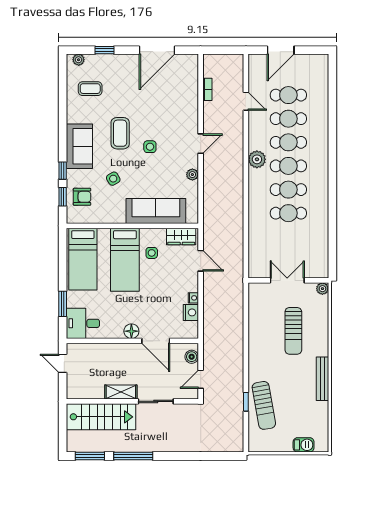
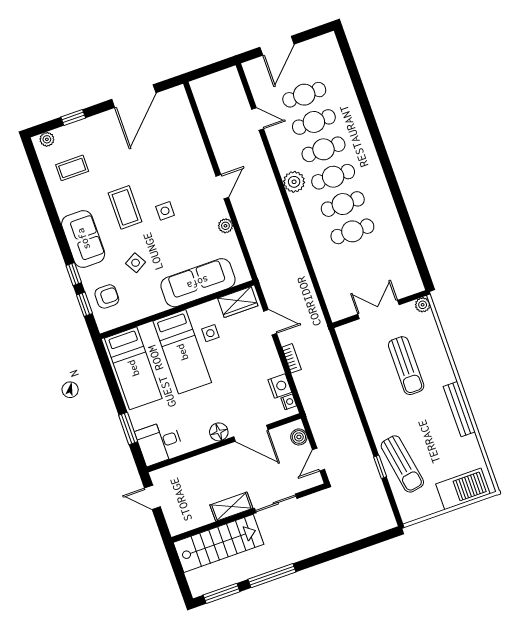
bookcase: (207, 89) -> (292, 358), moved
nightstand: (193, 298) -> (289, 402), moved
barbecue: (304, 445) -> (463, 489), width x1.88, depth x1.53

